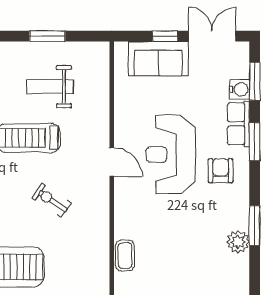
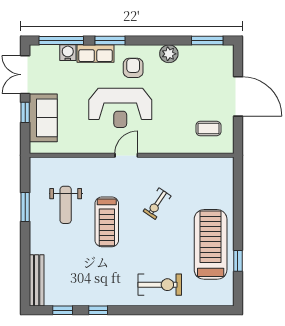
window: (255, 81) -> (61, 41), width x1.44
armchair: (221, 171) -> (133, 68), turned 90
window: (255, 226) -> (207, 41), moved
plant: (238, 242) -> (169, 54), moved
coffee table: (125, 255) -> (208, 128), moved

